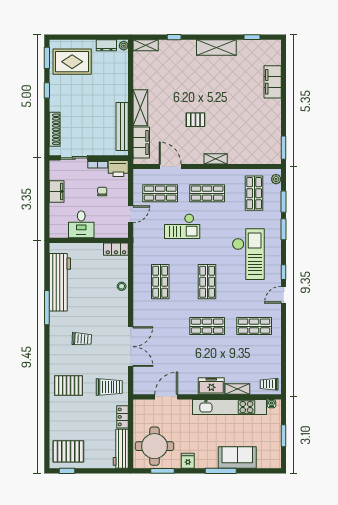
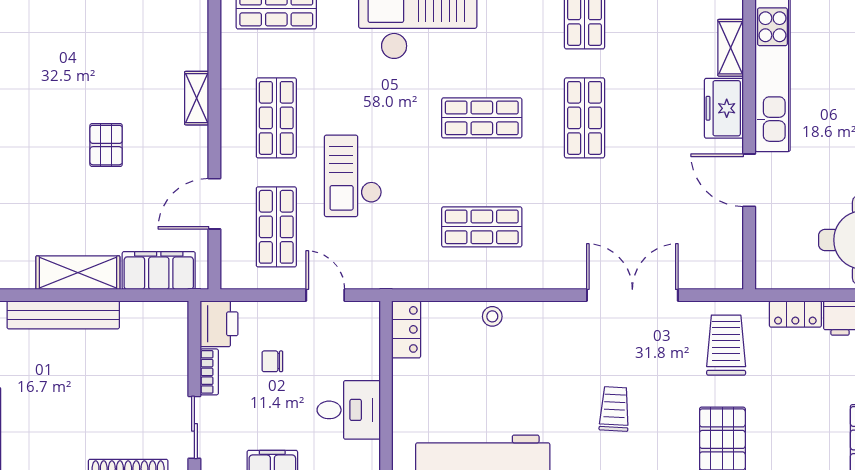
bench: (122, 126) -> (63, 315), moved
checkout: (182, 226) -> (353, 176), turned 180
door: (166, 397) -> (749, 180), moved

